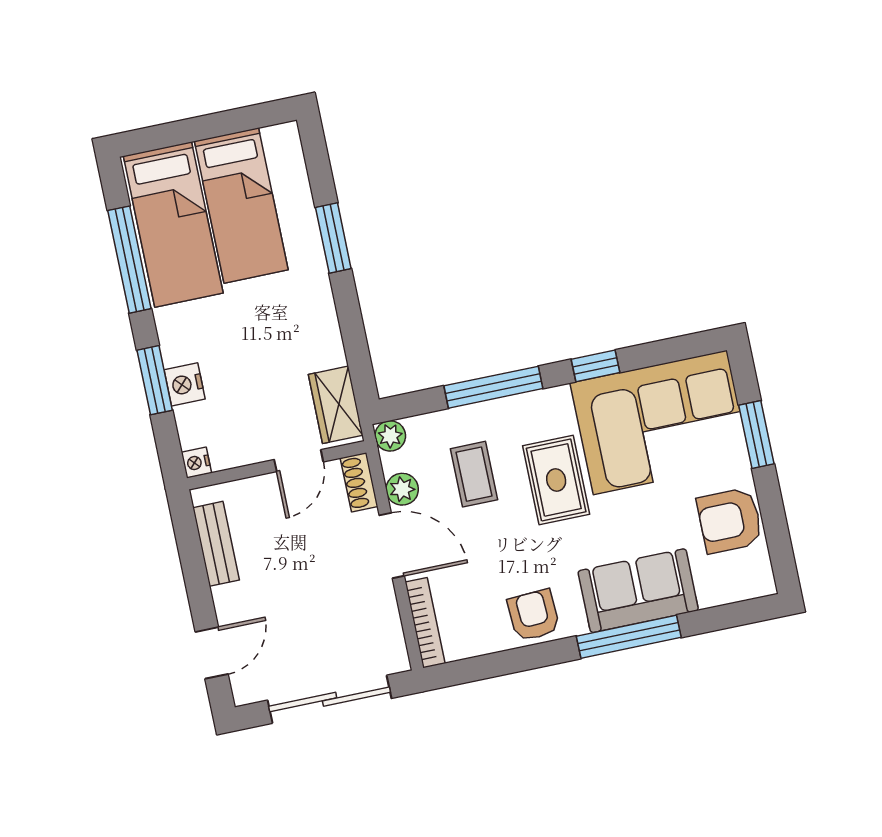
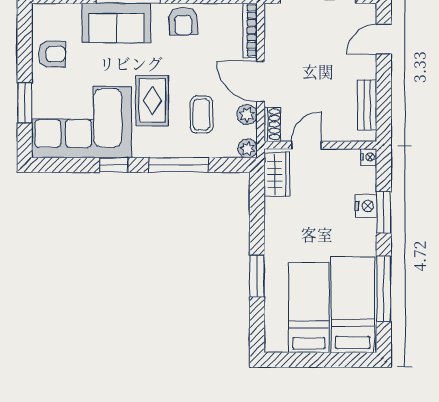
armchair: (730, 520) -> (52, 54), width x0.72, depth x0.72

